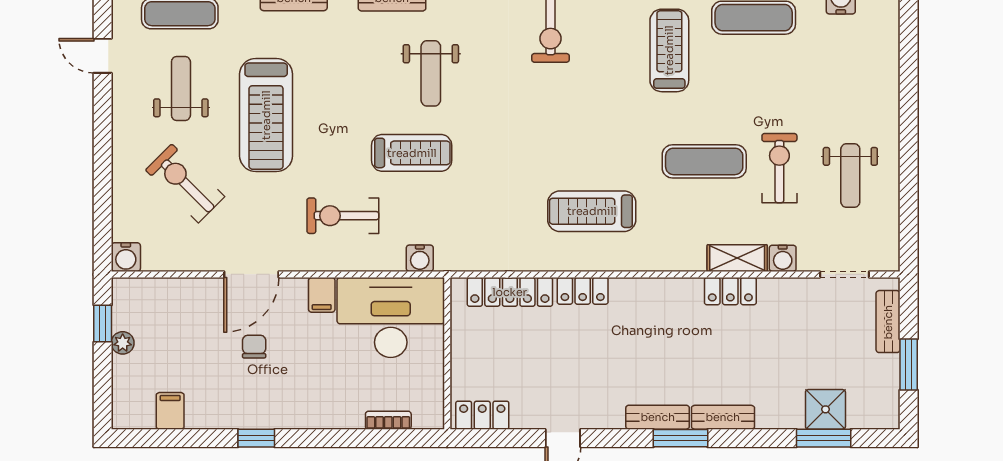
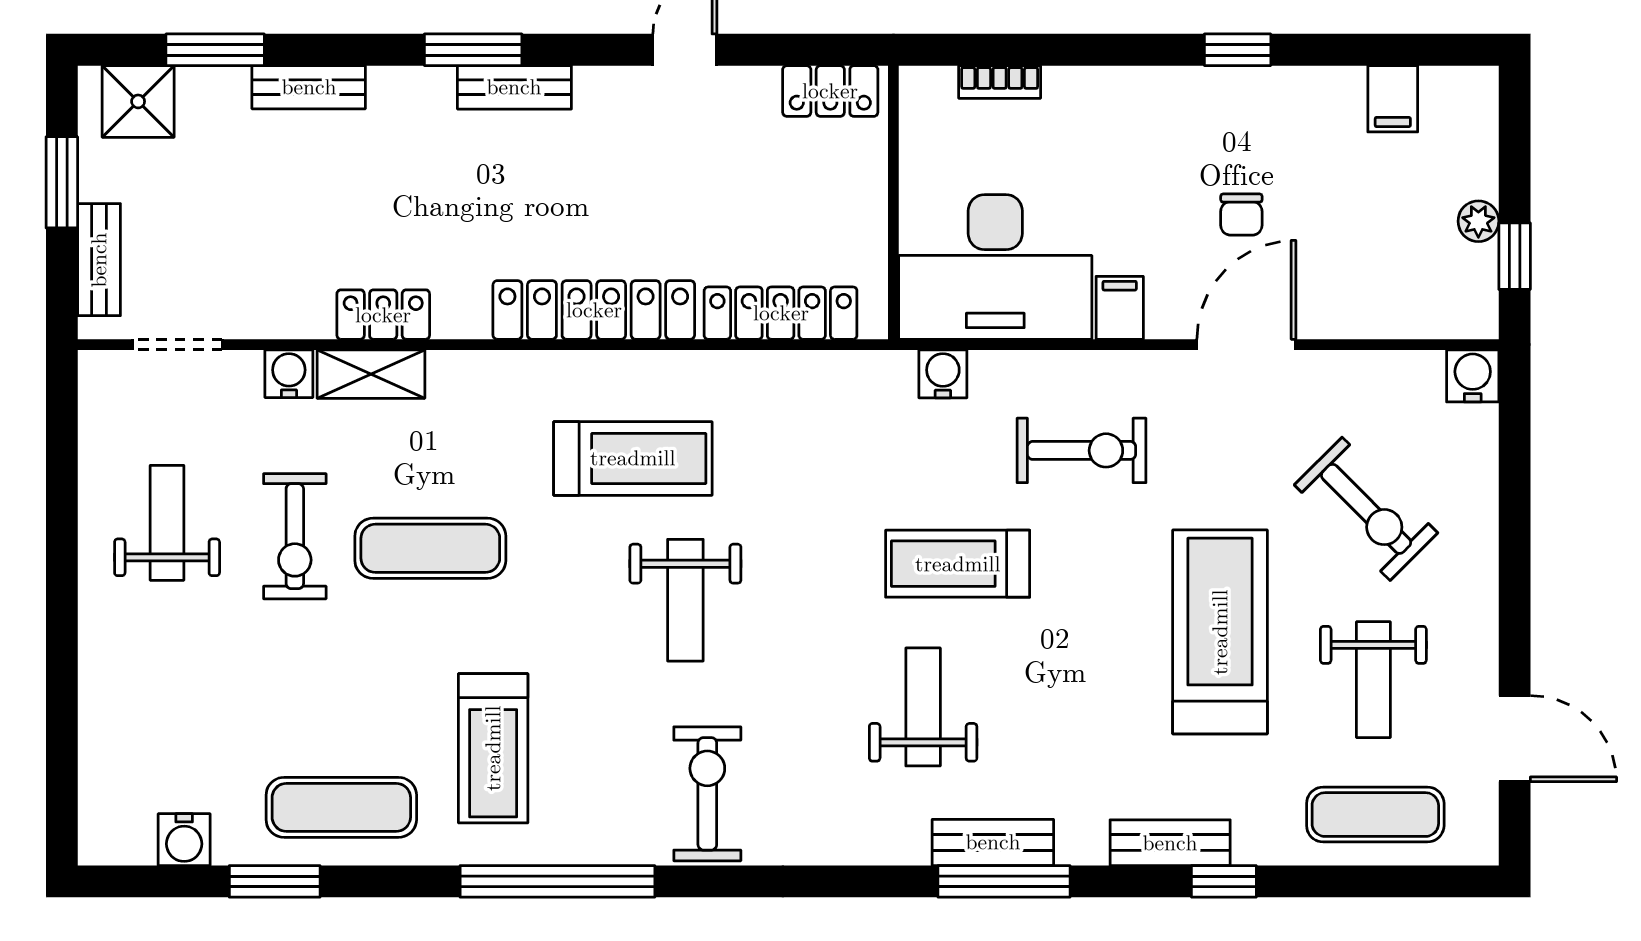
door: (103, 56) -> (1515, 739), width x1.37
weight bench: (563, 133) -> (685, 600), added
locker: (583, 291) -> (594, 310), width x2.16, depth x1.21
shower: (825, 409) -> (138, 101), moved
bench: (723, 417) -> (309, 87), moved

